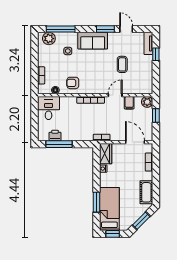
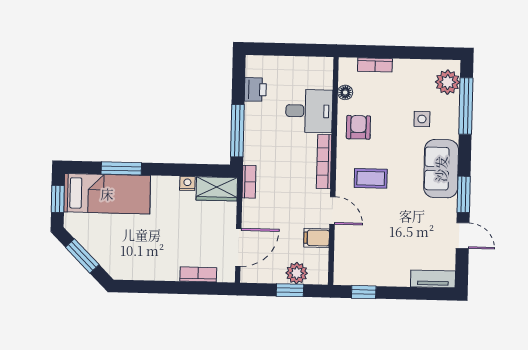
door: (126, 29) -> (463, 236), hinge flipped
window: (156, 54) -> (364, 292), moved
coffee table: (122, 64) -> (371, 178), moved
plant: (147, 102) -> (297, 273), moved
desk: (49, 108) -> (309, 111), moved
window: (59, 144) -> (237, 131), moved
cot: (146, 192) -> (138, 268), removed

